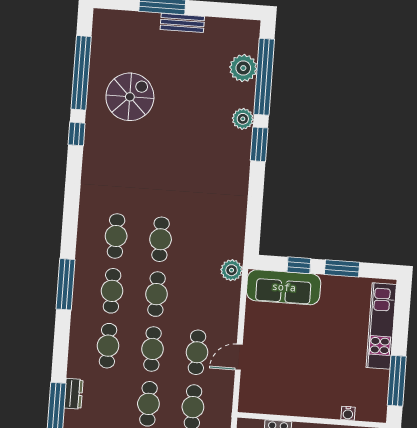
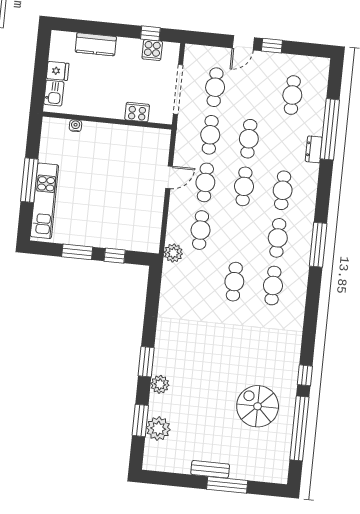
window: (264, 77) -> (140, 420), width x0.47
spiral stairs: (130, 97) -> (258, 406), turned 90
sofa: (284, 287) -> (128, 237), removed
cafe table: (157, 294) -> (201, 230), moved
window: (397, 381) -> (29, 180), moved

